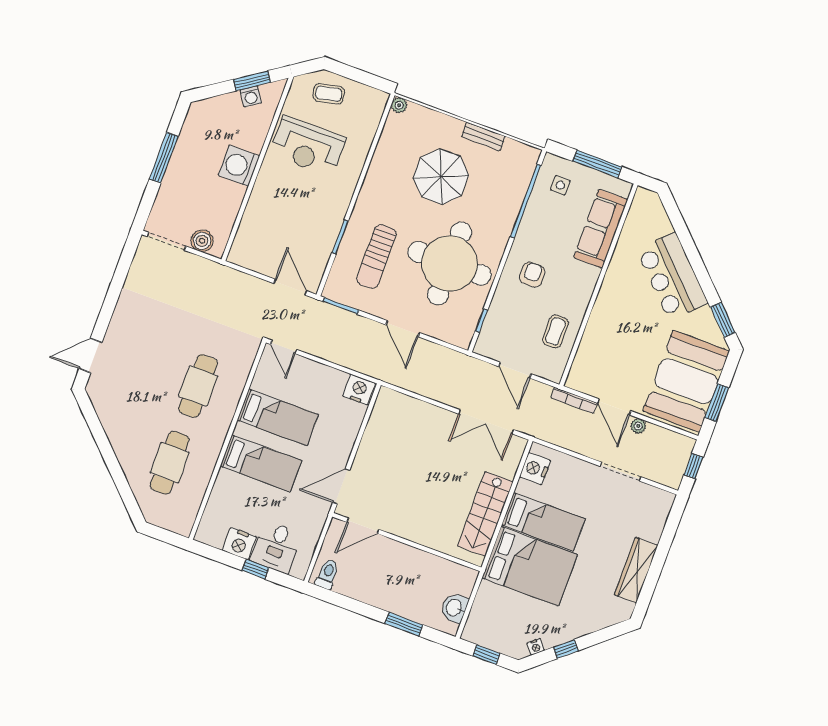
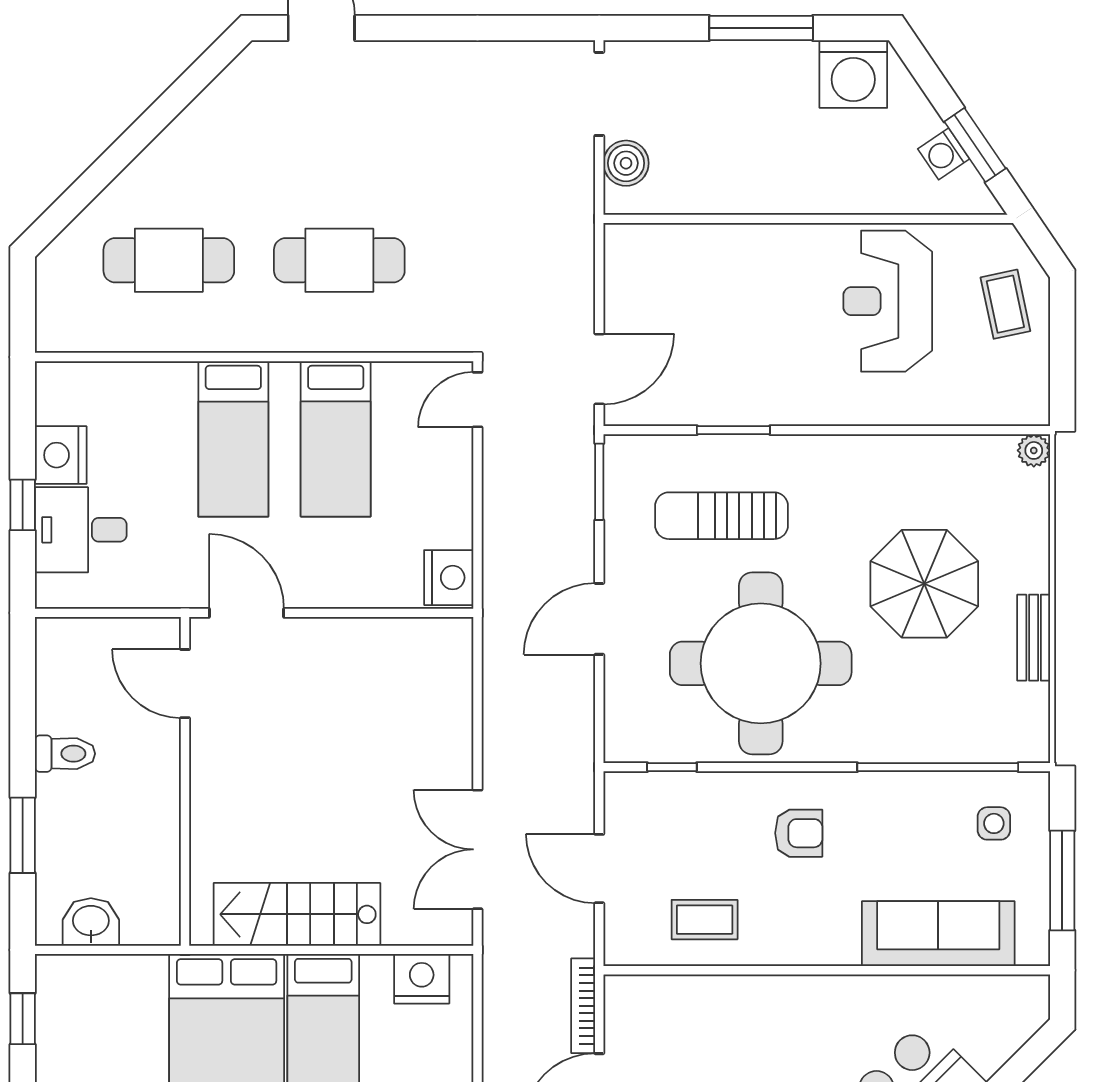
washing machine: (239, 166) -> (853, 74), moved, turned 180
door: (515, 370) -> (599, 869), hinge flipped
toilet: (327, 574) -> (65, 754), moved

